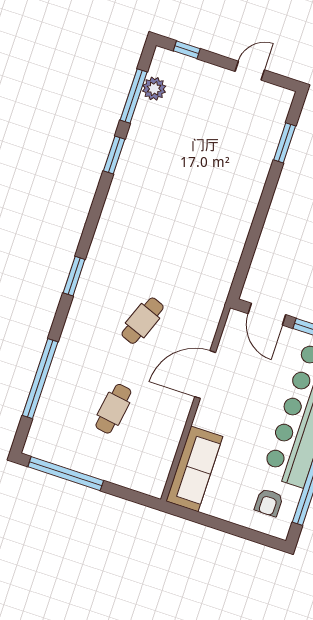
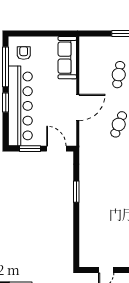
window: (285, 143) -> (76, 192), moved

